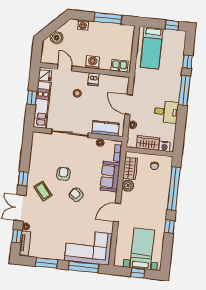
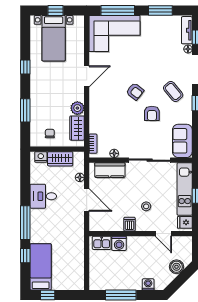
bed: (152, 48) -> (41, 267), moved
washing machine: (93, 62) -> (119, 243), moved
sofa: (110, 177) -> (182, 141), moved, turned 180
window: (174, 189) -> (25, 110), width x0.47

